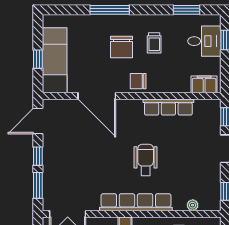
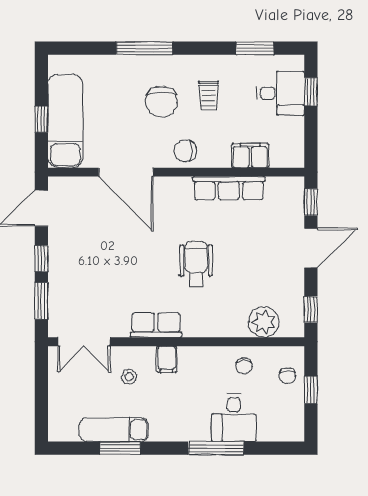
filing cabinet: (204, 84) -> (250, 156), moved
row of seats: (136, 202) -> (156, 325), width x0.50
plant: (193, 205) -> (264, 322), width x1.87, depth x1.87

